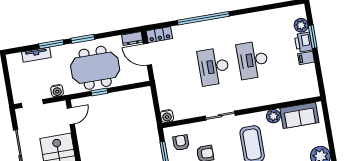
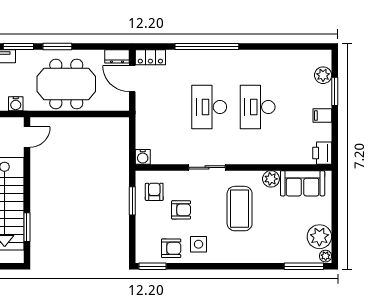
printer: (303, 42) -> (322, 153), moved
window: (99, 92) -> (66, 114), removed

